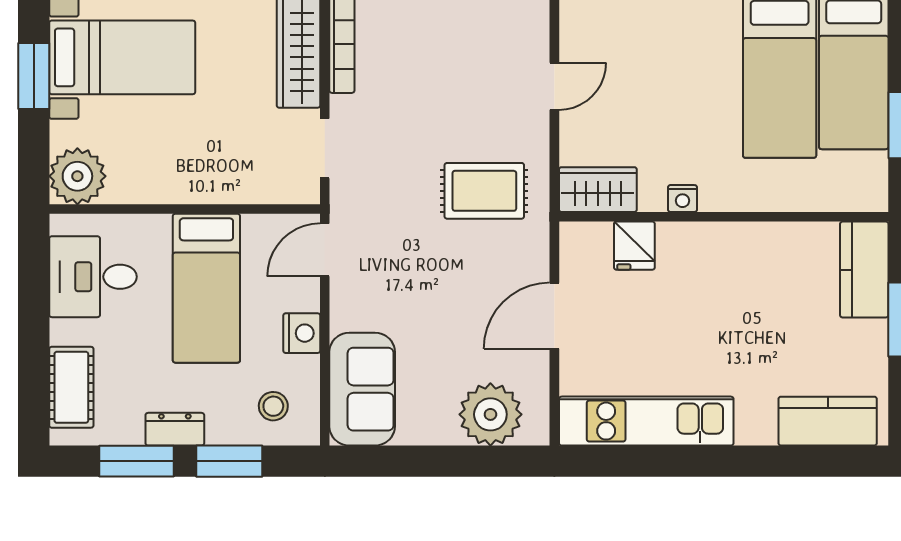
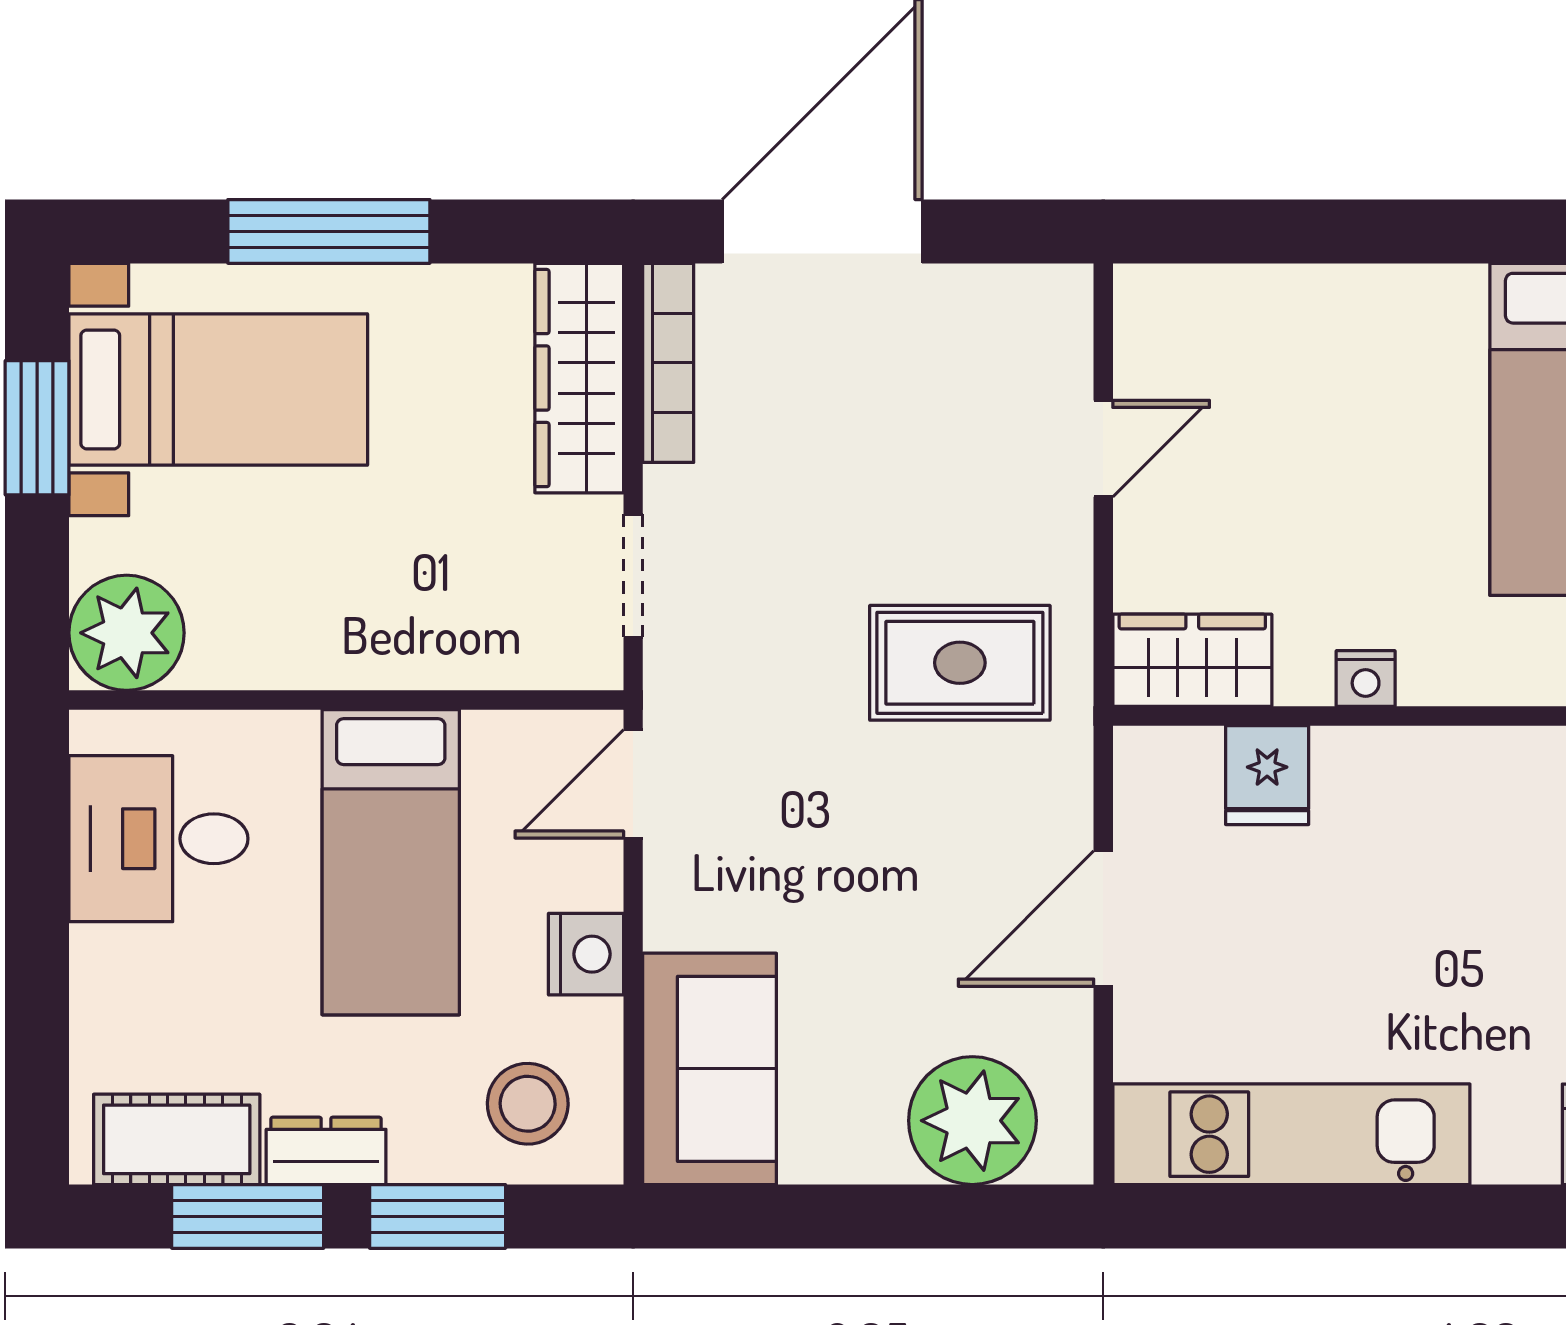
cot: (71, 387) -> (177, 1139), moved, turned 90
stool: (273, 406) -> (528, 1104), width x1.37, depth x1.37

